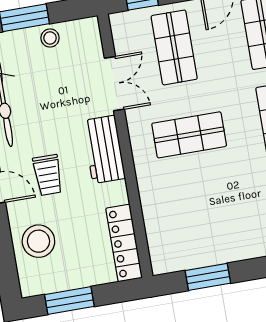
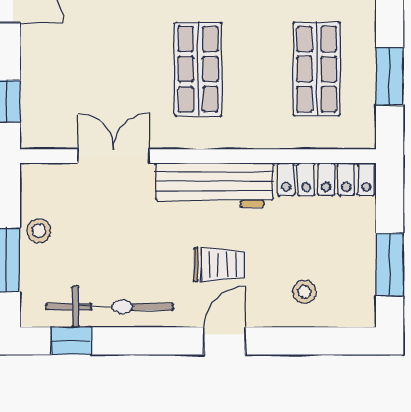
shop shelf: (174, 47) -> (317, 69), moved, turned 90
workbench: (104, 149) -> (214, 185), width x1.38
stool: (38, 241) -> (304, 292), width x0.53, depth x0.53

